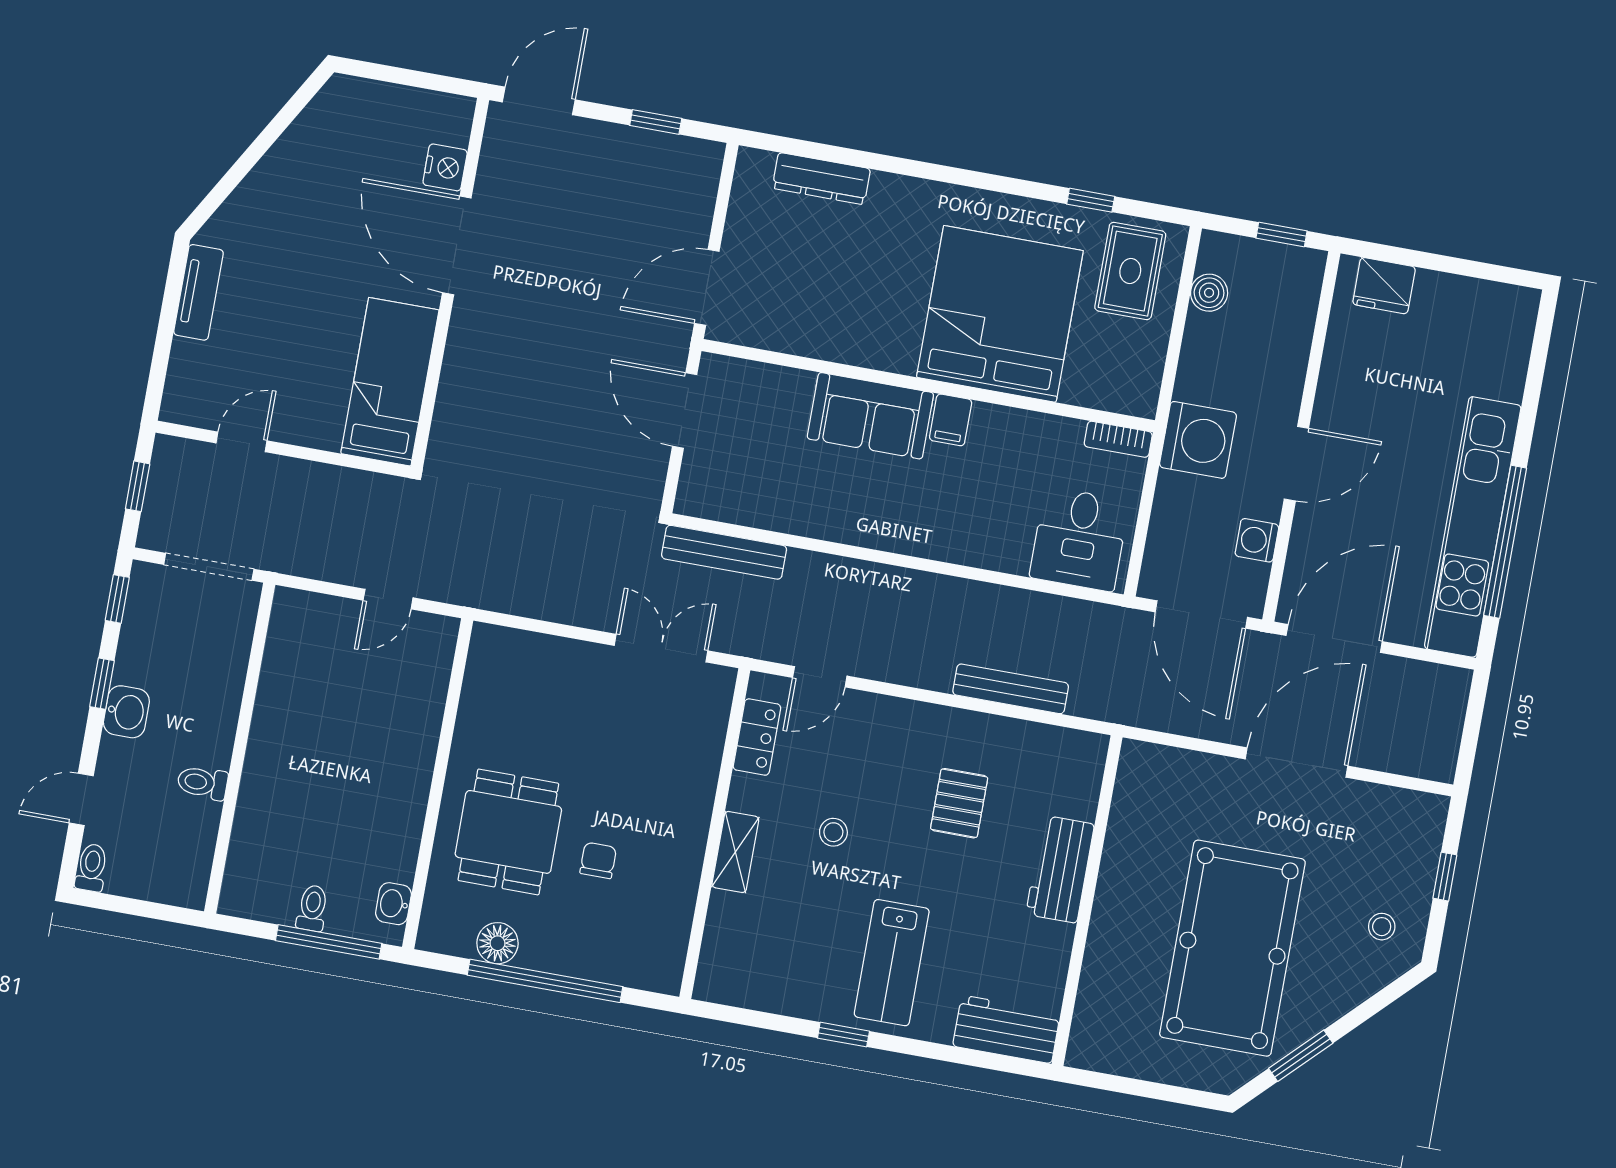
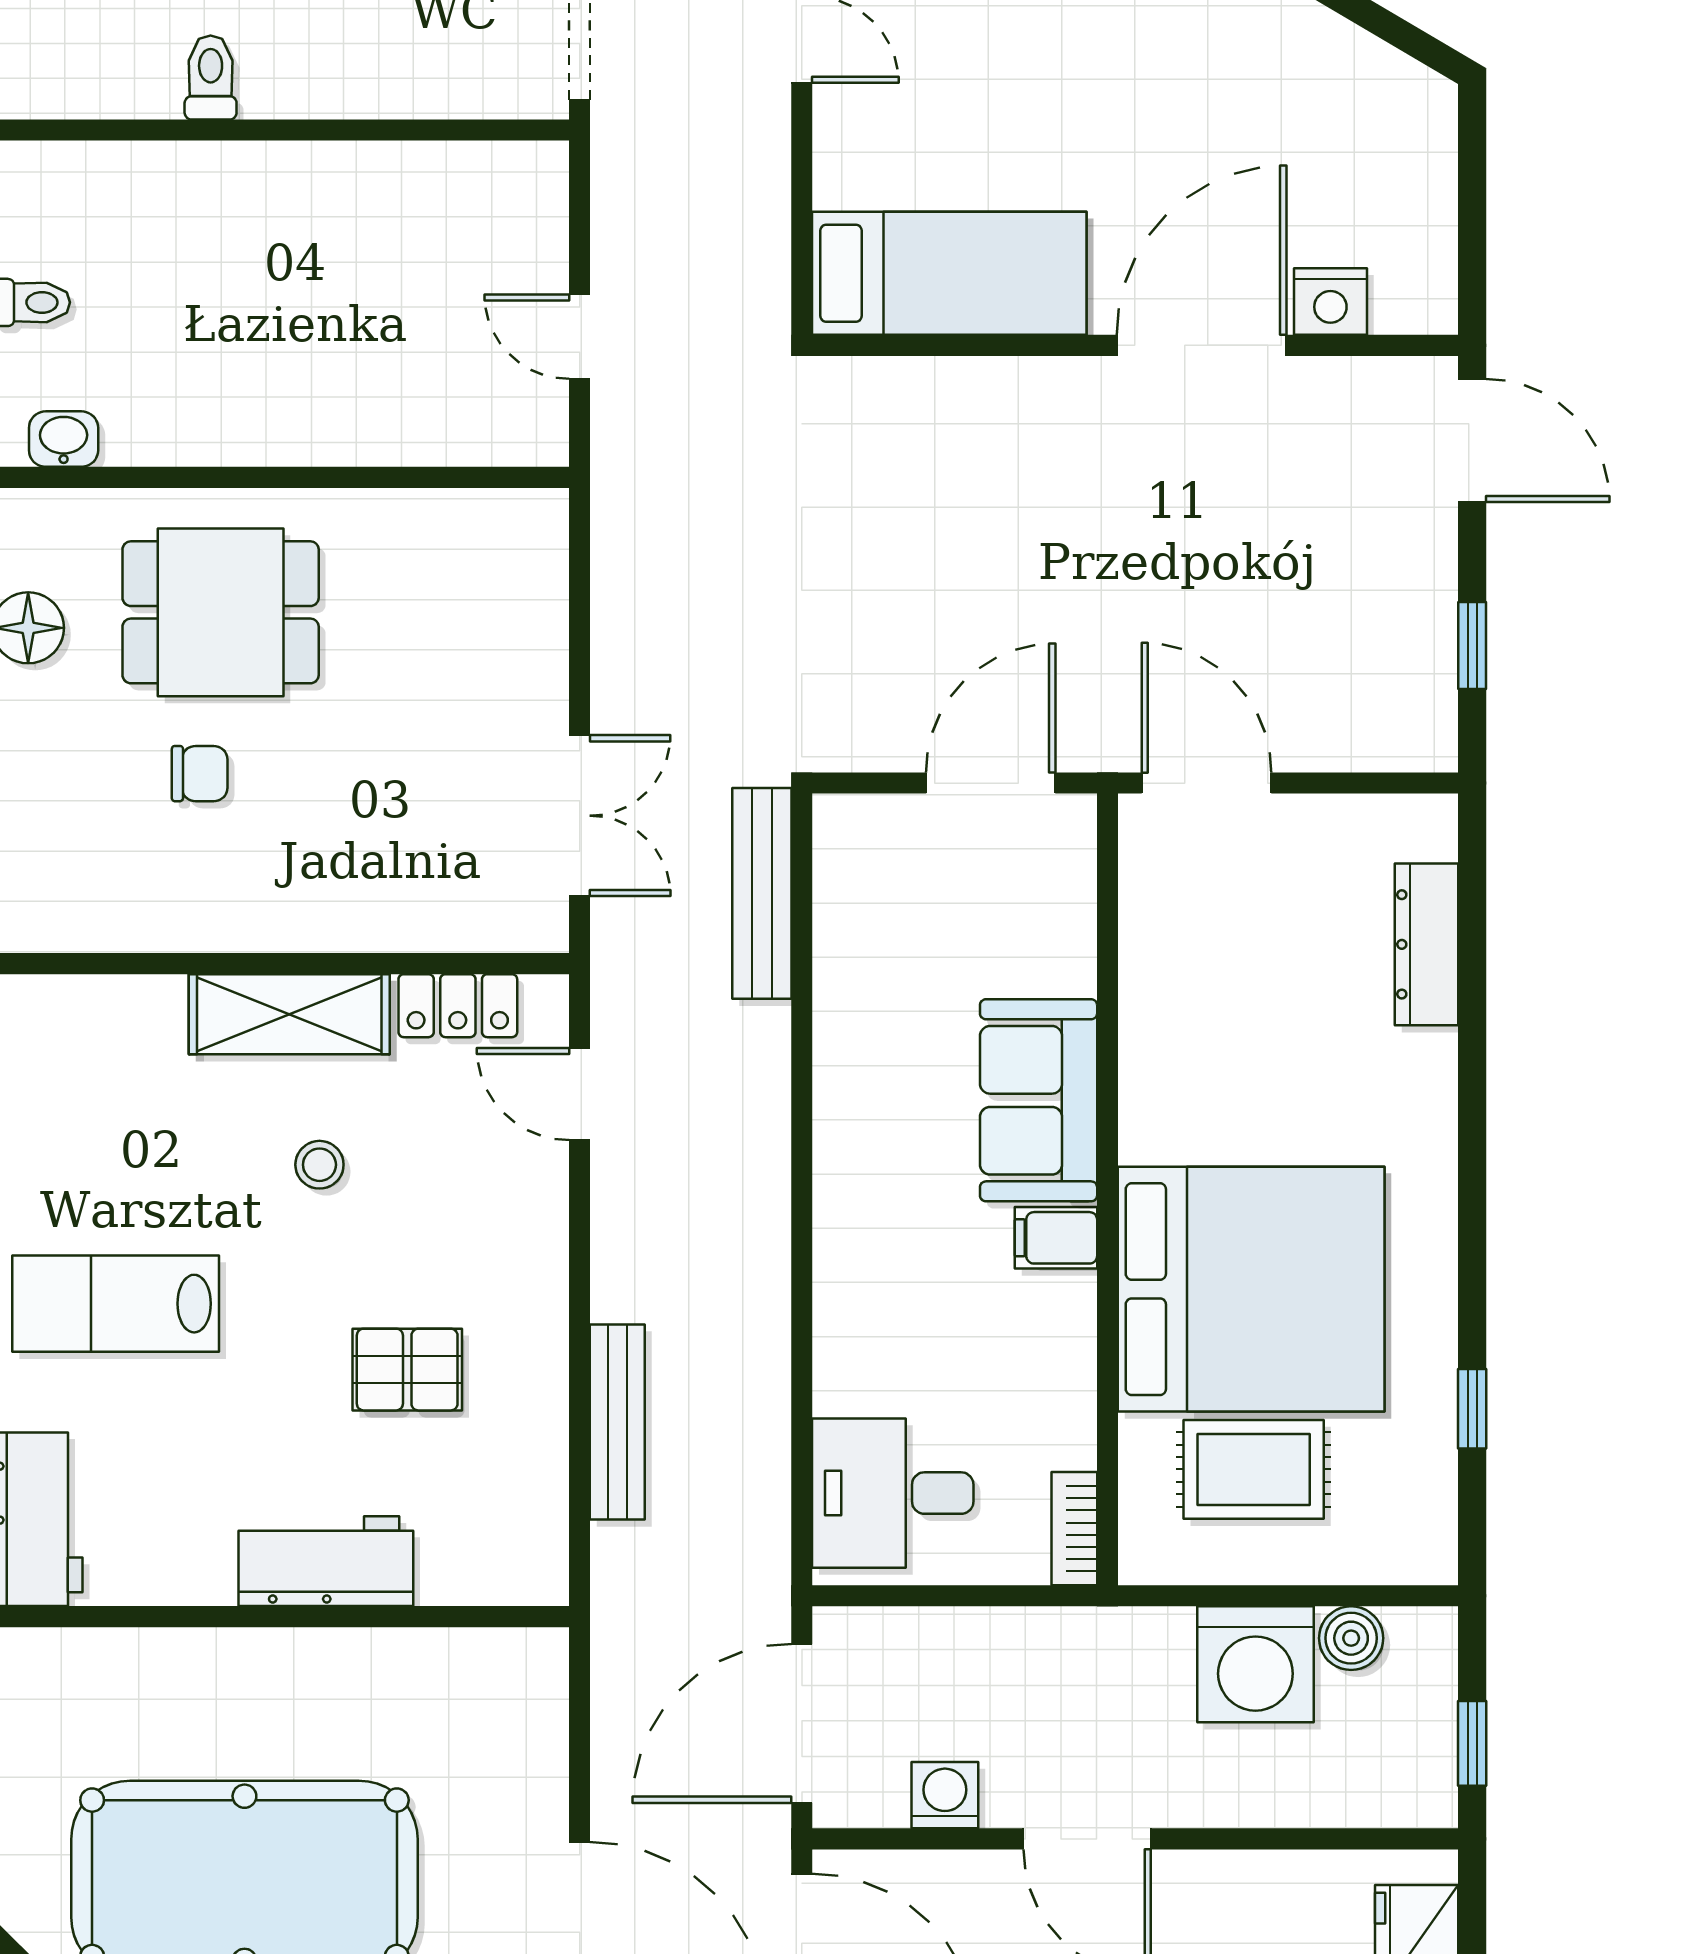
rug: (1130, 271) -> (1254, 1469), moved
washing machine: (1198, 440) -> (1255, 1664), moved
shelving: (735, 852) -> (289, 1014), width x1.50, depth x1.33

